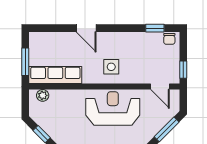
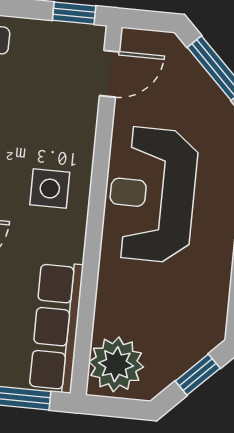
plant: (43, 95) -> (116, 364), width x1.88, depth x1.88

